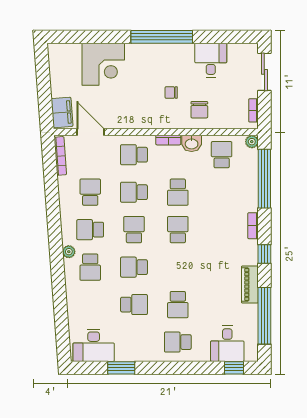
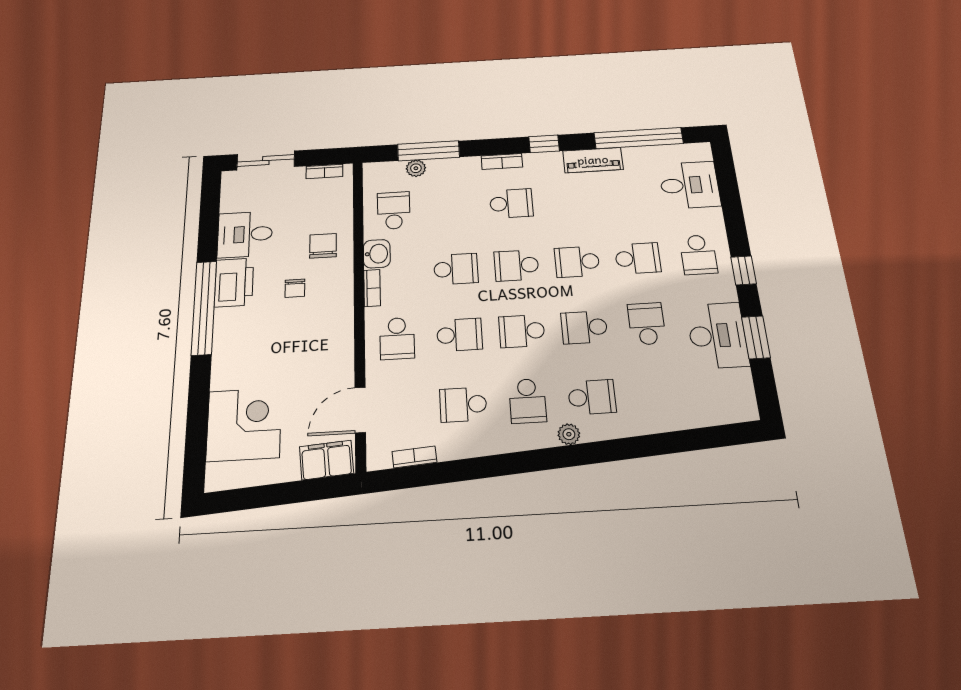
printer: (178, 55) -> (234, 282), added
corner desk: (103, 64) -> (244, 424), moved
chair: (199, 110) -> (323, 246), turned -90
plant: (252, 142) -> (416, 168), moved
school desk: (222, 155) -> (394, 210), turned 90
bookcase: (60, 156) -> (414, 457), width x0.64
window: (264, 179) -> (428, 151), width x0.68
school desk: (134, 192) -> (459, 335), turned -90
school desk: (222, 230) -> (511, 203), added
school desk: (134, 267) -> (584, 327), turned 90
school desk: (178, 267) -> (577, 262), added
desk: (94, 345) -> (718, 335), moved
window: (234, 368) -> (744, 270), moved

